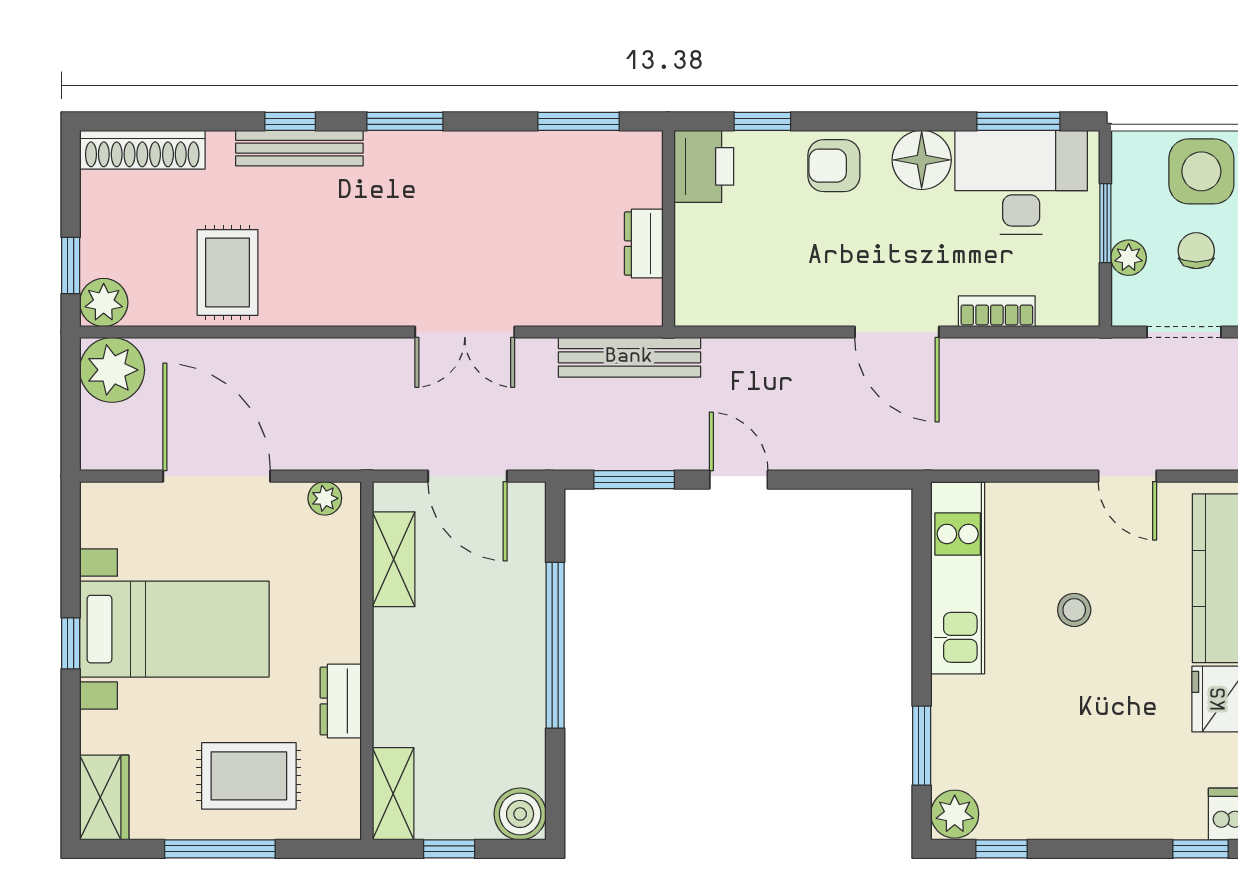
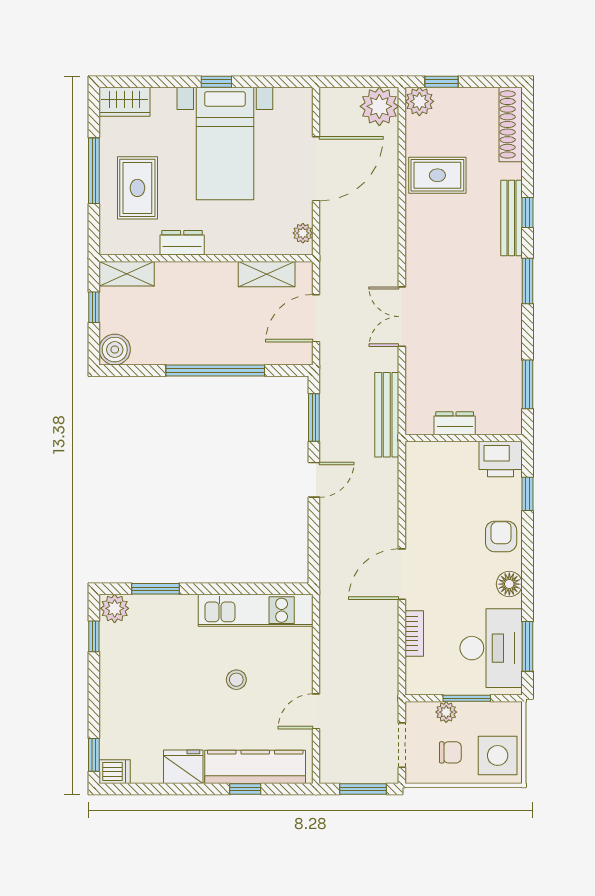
floor lamp: (922, 160) -> (509, 584), width x0.73, depth x0.73

